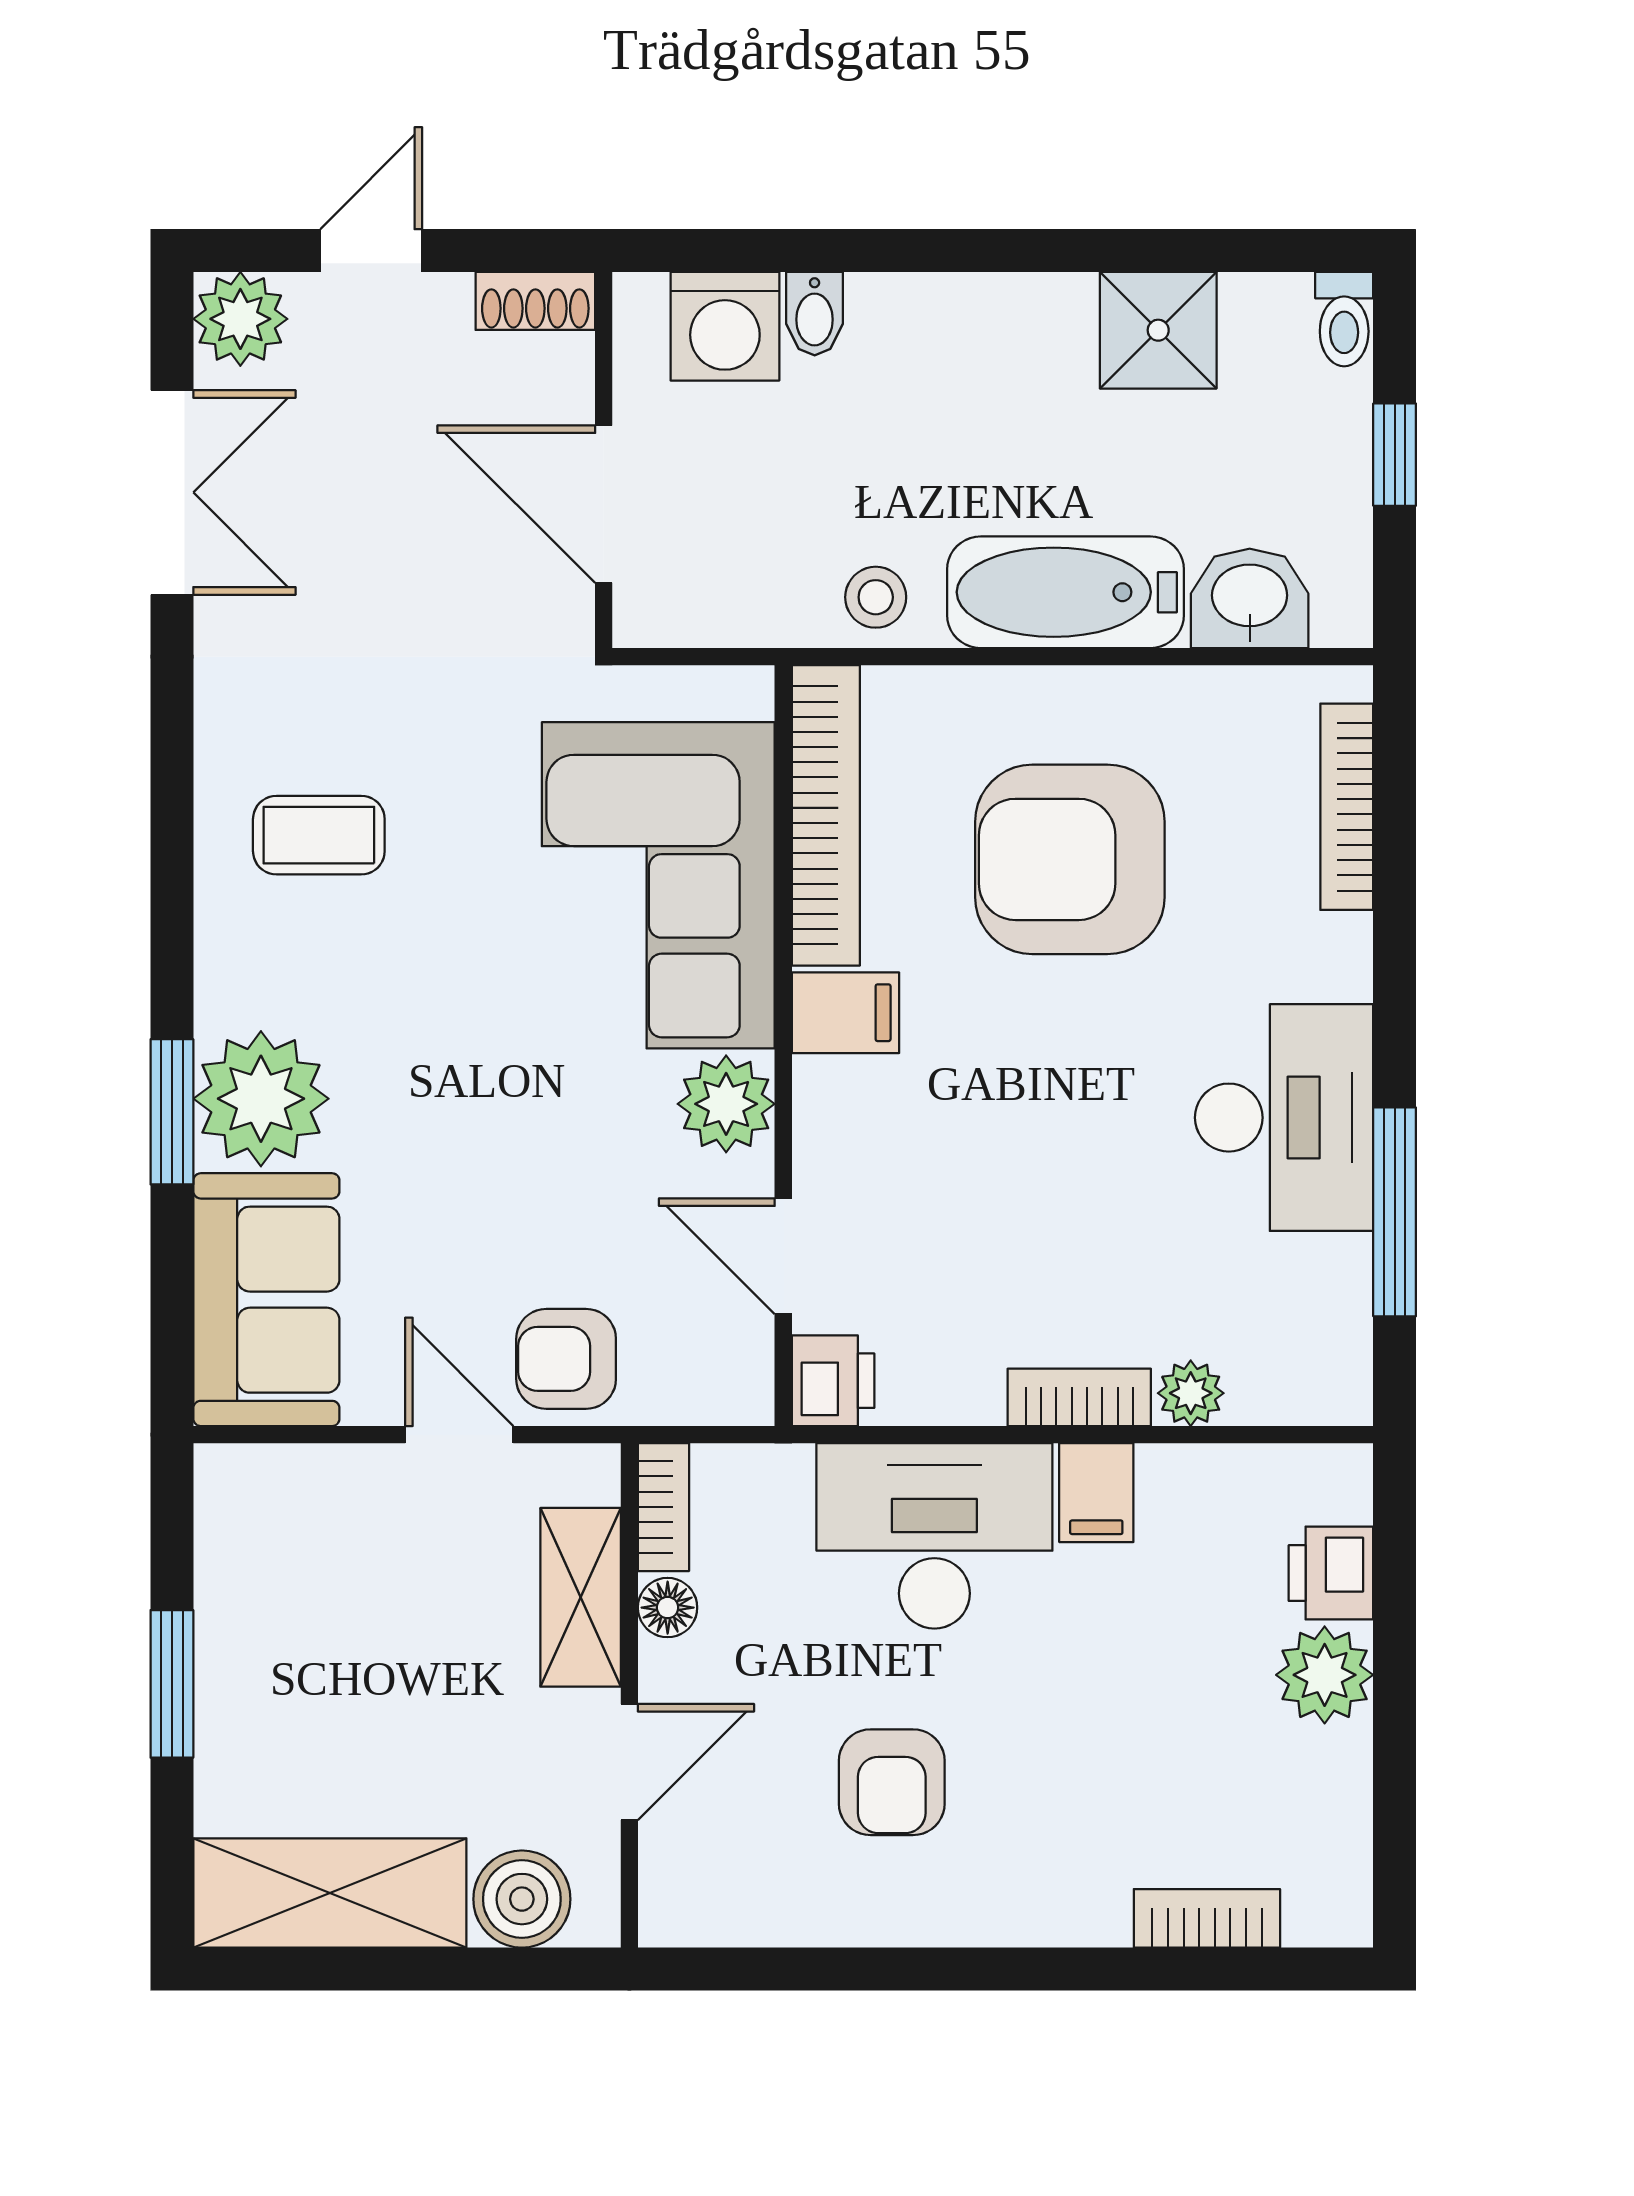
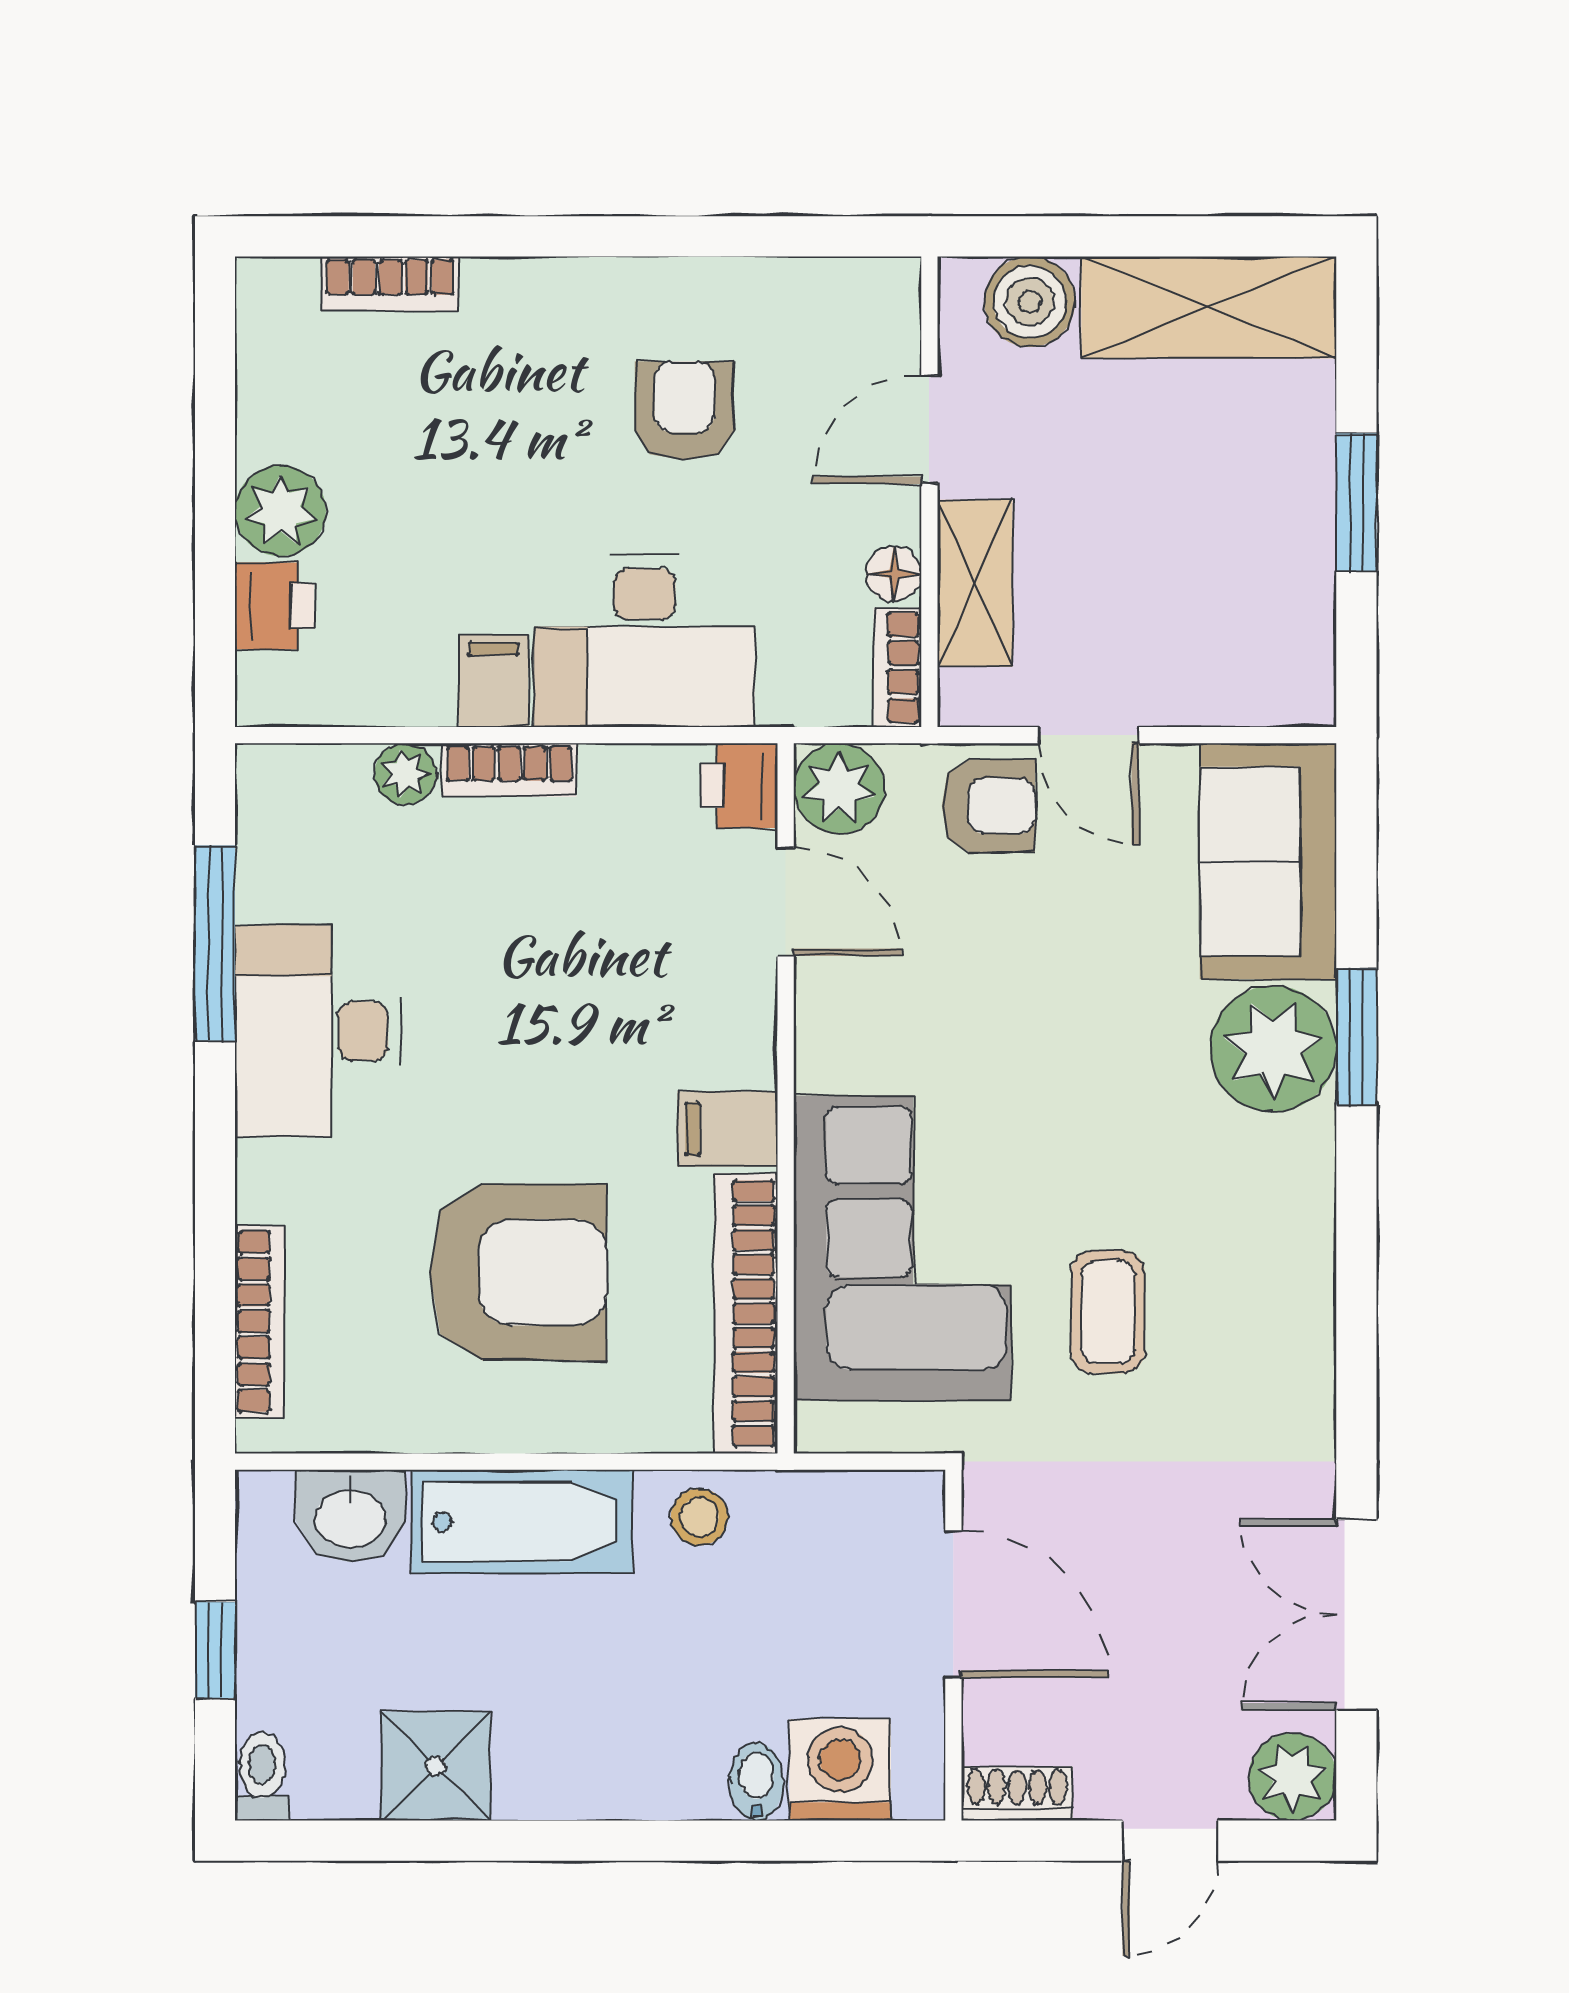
coffee table: (319, 835) -> (1108, 1312), moved, turned 90
plant: (726, 1104) -> (839, 789), moved

